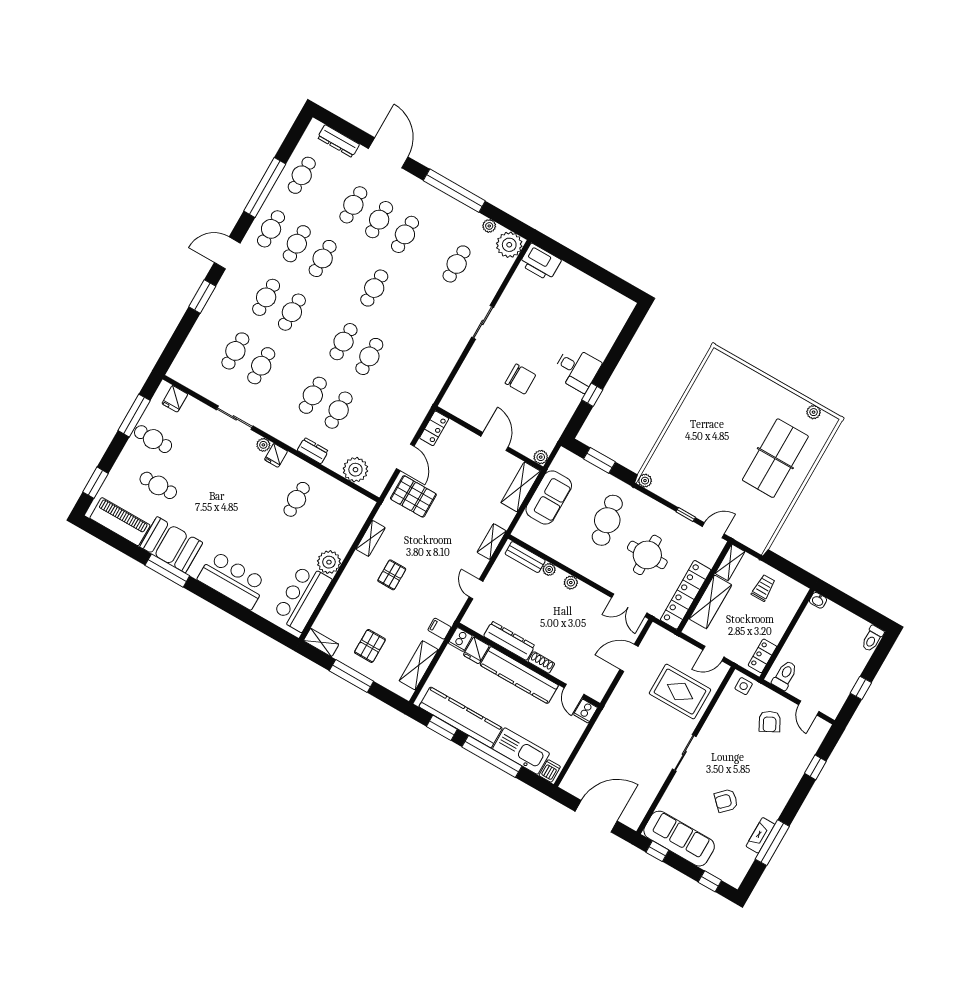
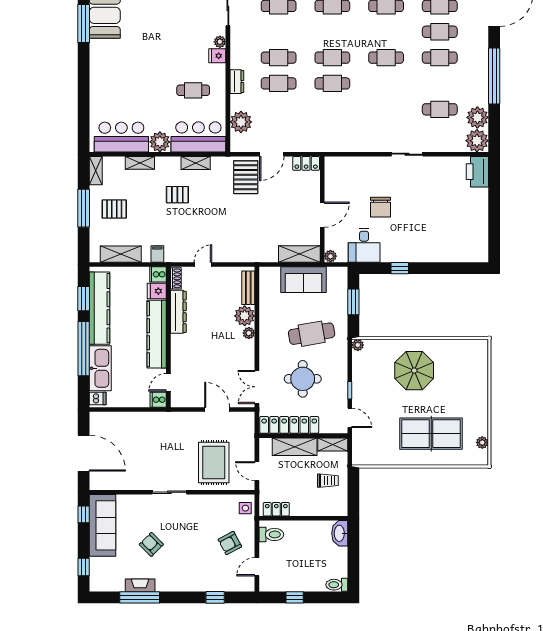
plant: (489, 226) -> (477, 117), width x1.88, depth x1.88
desk: (577, 369) -> (364, 245), moved
parasol: (703, 439) -> (414, 371), added
shelving: (492, 542) -> (140, 163), moved
plant: (549, 569) -> (245, 316), width x1.88, depth x1.88
bar counter: (232, 580) -> (198, 137), moved, turned -90
washbasin: (818, 600) -> (340, 533), width x1.91, depth x1.45
shoe rack: (541, 662) -> (176, 278), moved

